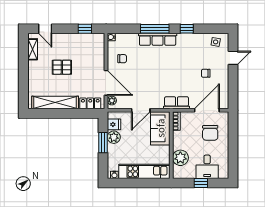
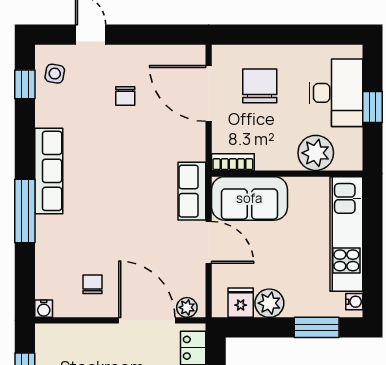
window: (187, 29) -> (25, 84), moved
row of seats: (158, 39) -> (49, 171), moved
door: (106, 83) -> (147, 320), hinge flipped
row of seats: (177, 103) -> (192, 191), moved
chair: (210, 133) -> (260, 86), turned -90
window: (103, 143) -> (317, 327), moved
desk: (207, 167) -> (336, 93), width x1.37

